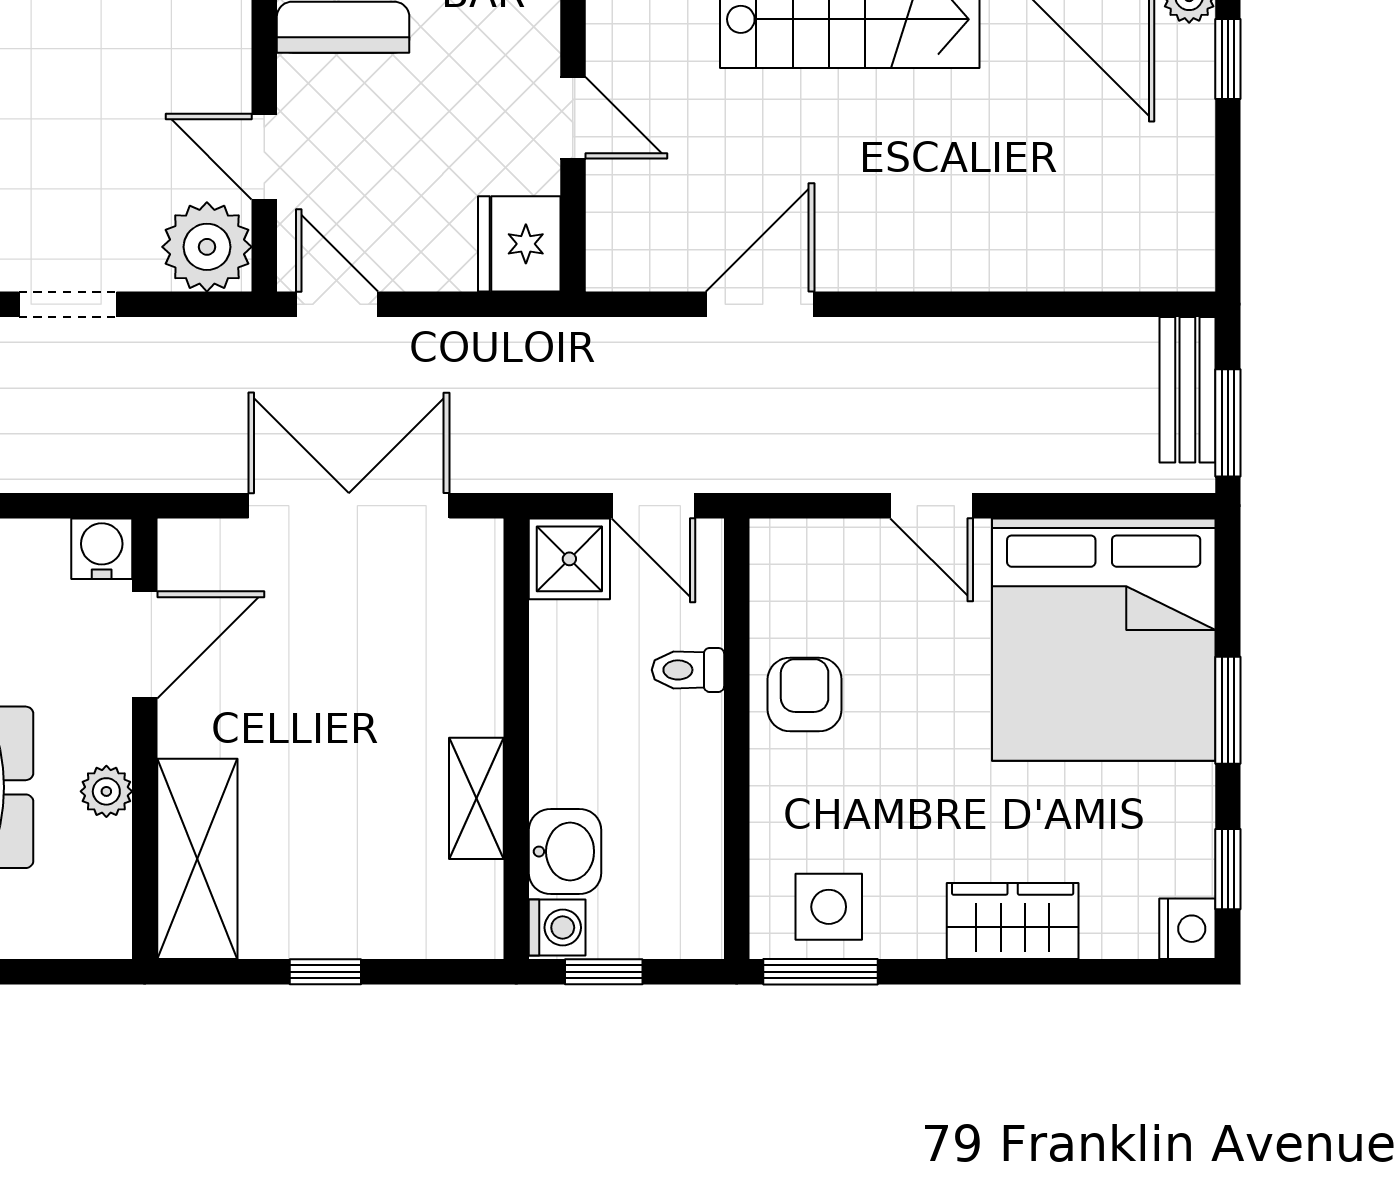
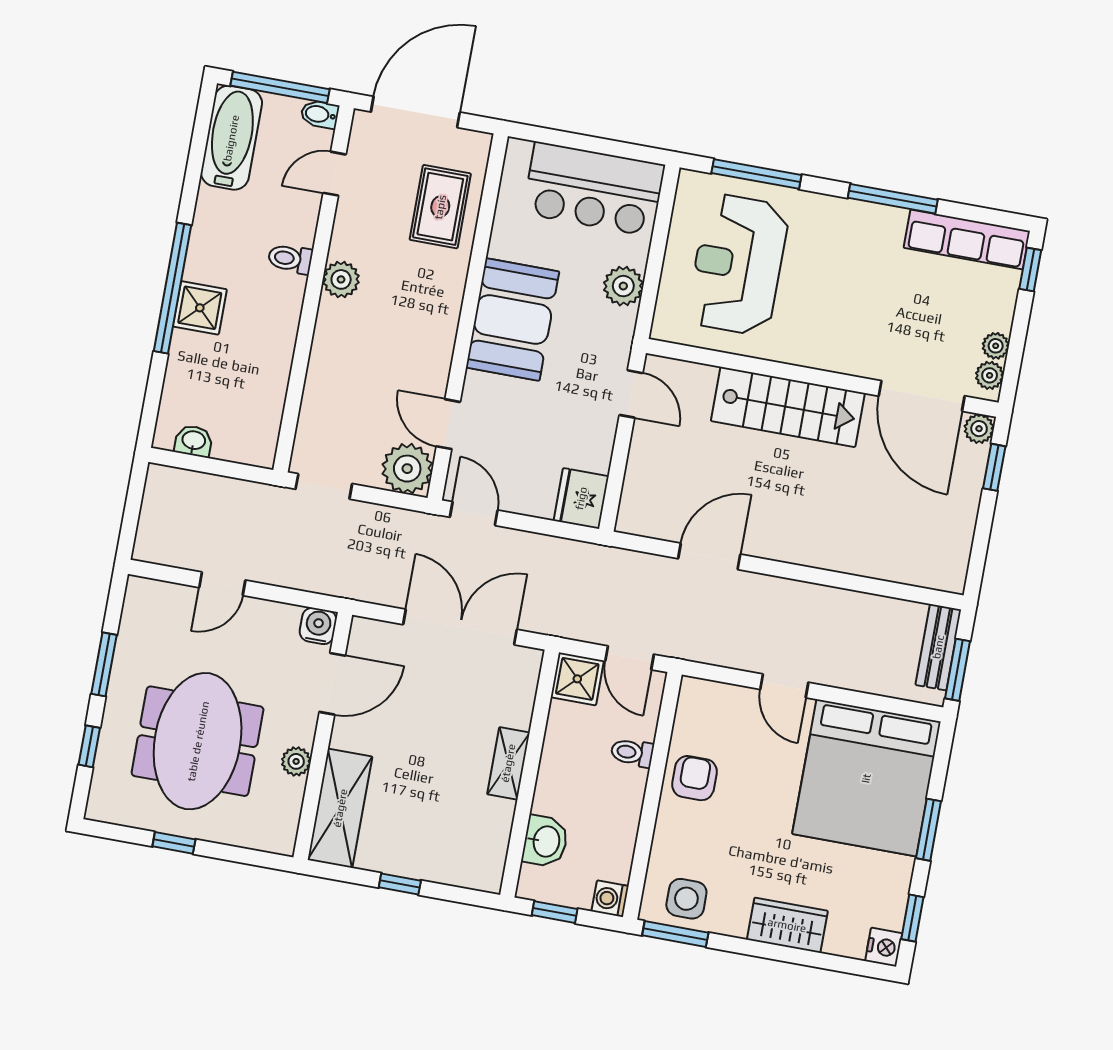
door: (573, 118) -> (631, 394), moved
shelving: (476, 798) -> (508, 763), moved
washing machine: (557, 928) -> (610, 899), moved, turned 180

